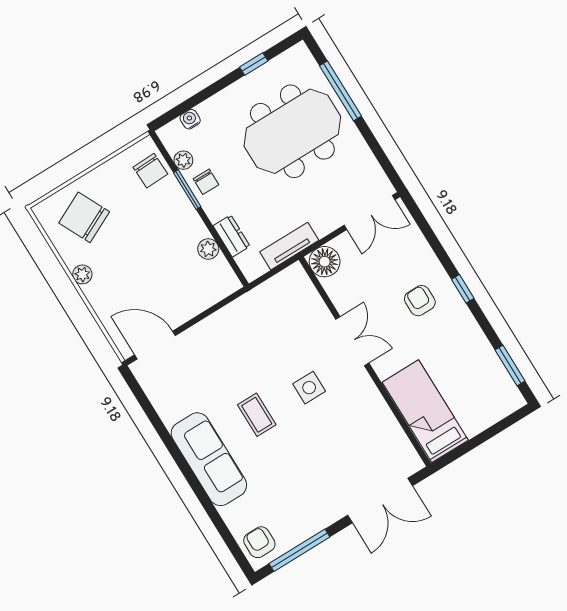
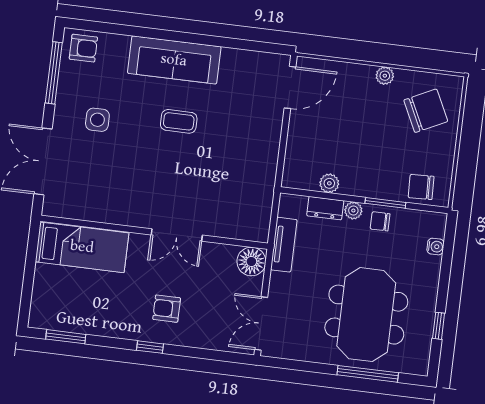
plant: (183, 160) -> (353, 211), moved
armchair: (420, 301) -> (167, 309), turned 180
side table: (309, 388) -> (97, 120), moved

